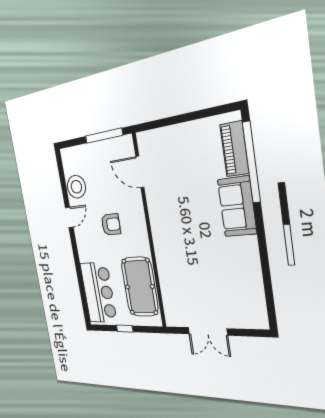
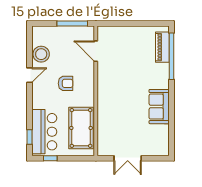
sofa: (237, 207) -> (159, 107), moved
window: (84, 300) -> (30, 137), added
window: (125, 329) -> (50, 158), moved

